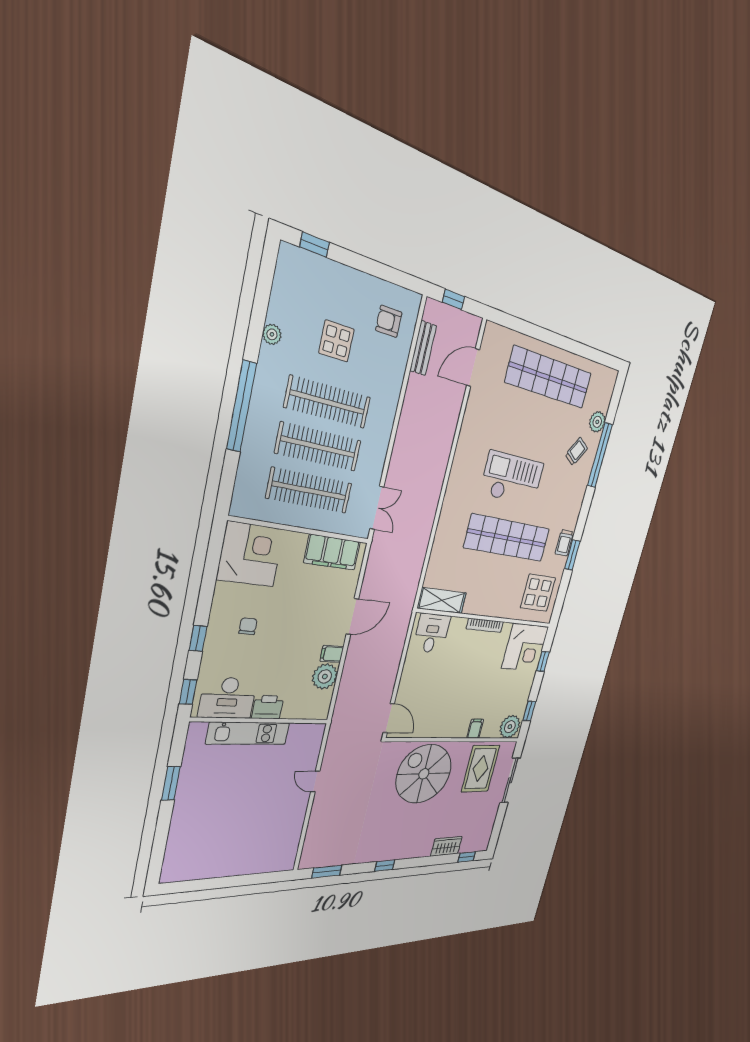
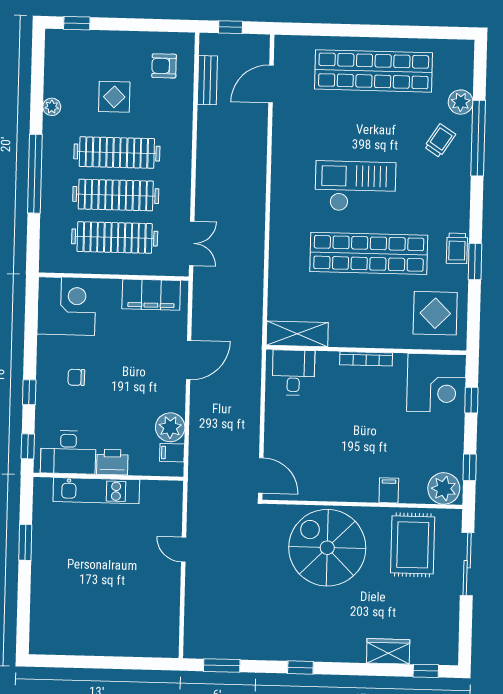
chair: (248, 626) -> (76, 377), turned -90
filing cabinet: (332, 654) -> (172, 453), moved

